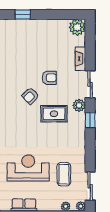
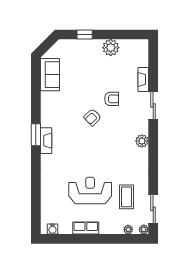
plant: (77, 27) -> (111, 48), moved
plant: (79, 105) -> (142, 141), moved
rug: (54, 114) -> (116, 135), removed
window: (90, 120) -> (153, 142), removed

